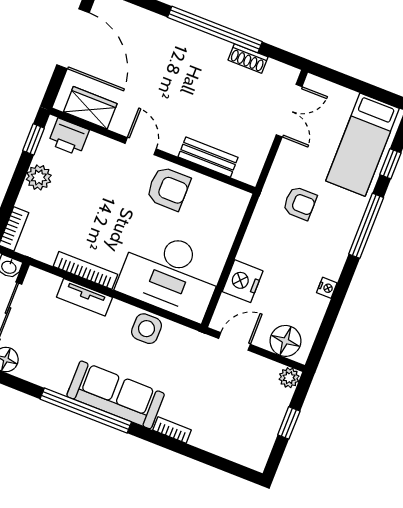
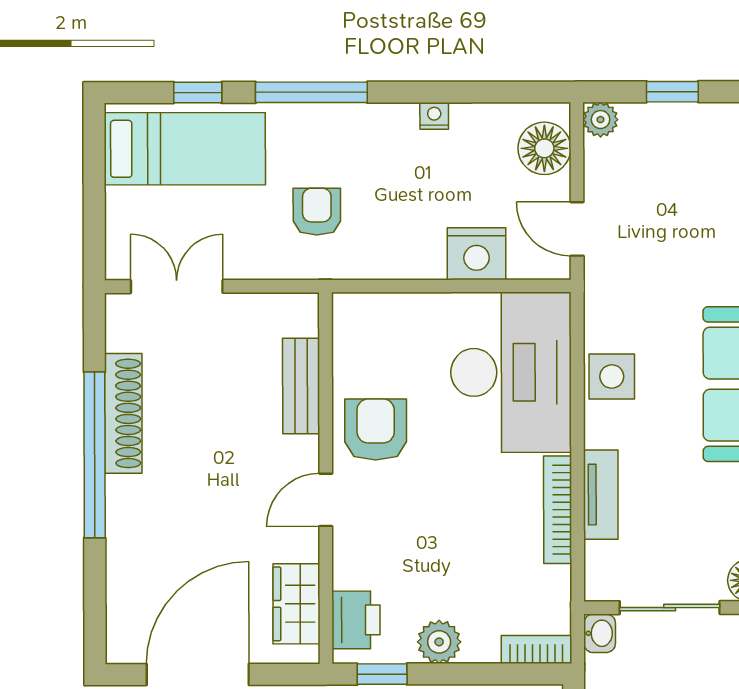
shoe rack: (248, 59) -> (123, 413), width x1.94, depth x1.24

